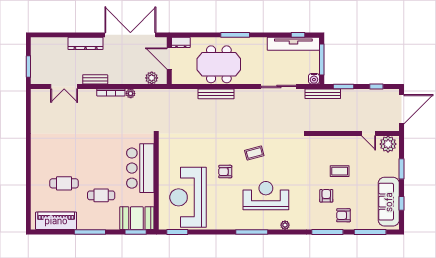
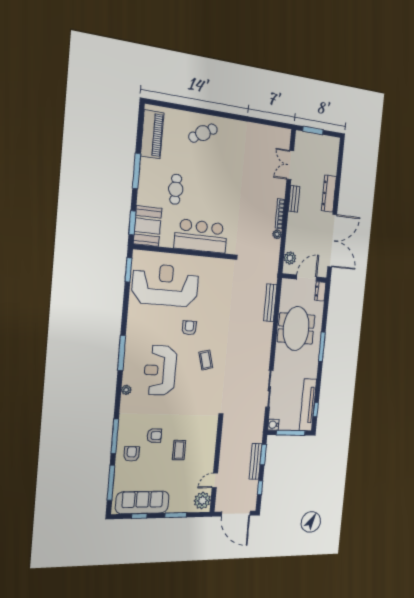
bench: (216, 94) -> (270, 303), moved
bench: (323, 94) -> (256, 461), moved
cafe table: (64, 183) -> (203, 133), moved, turned 60
reception desk: (266, 196) -> (160, 370), turned 180

